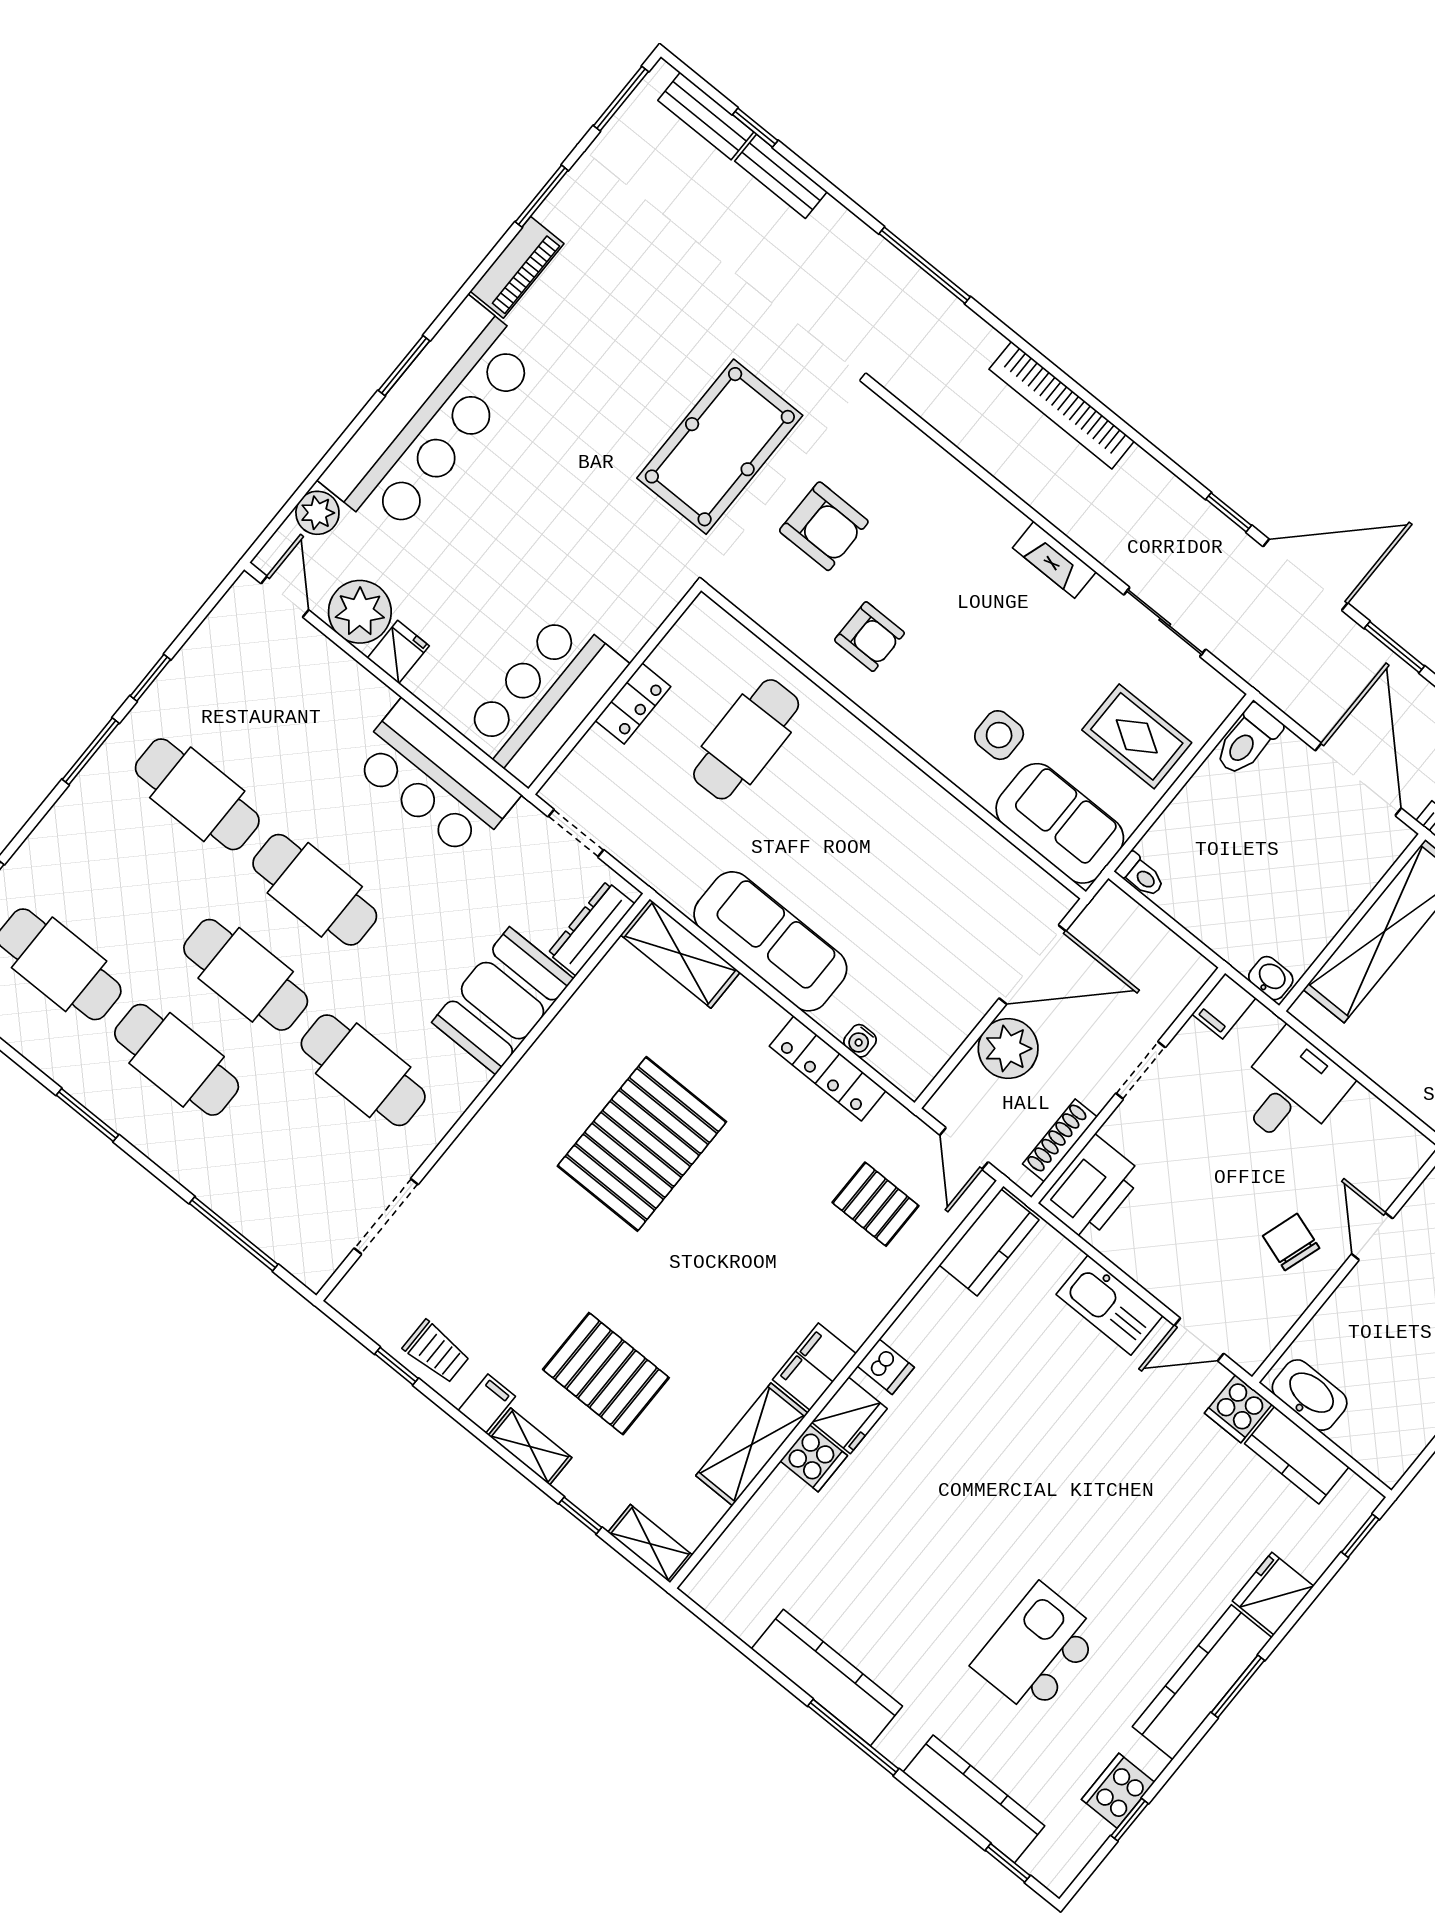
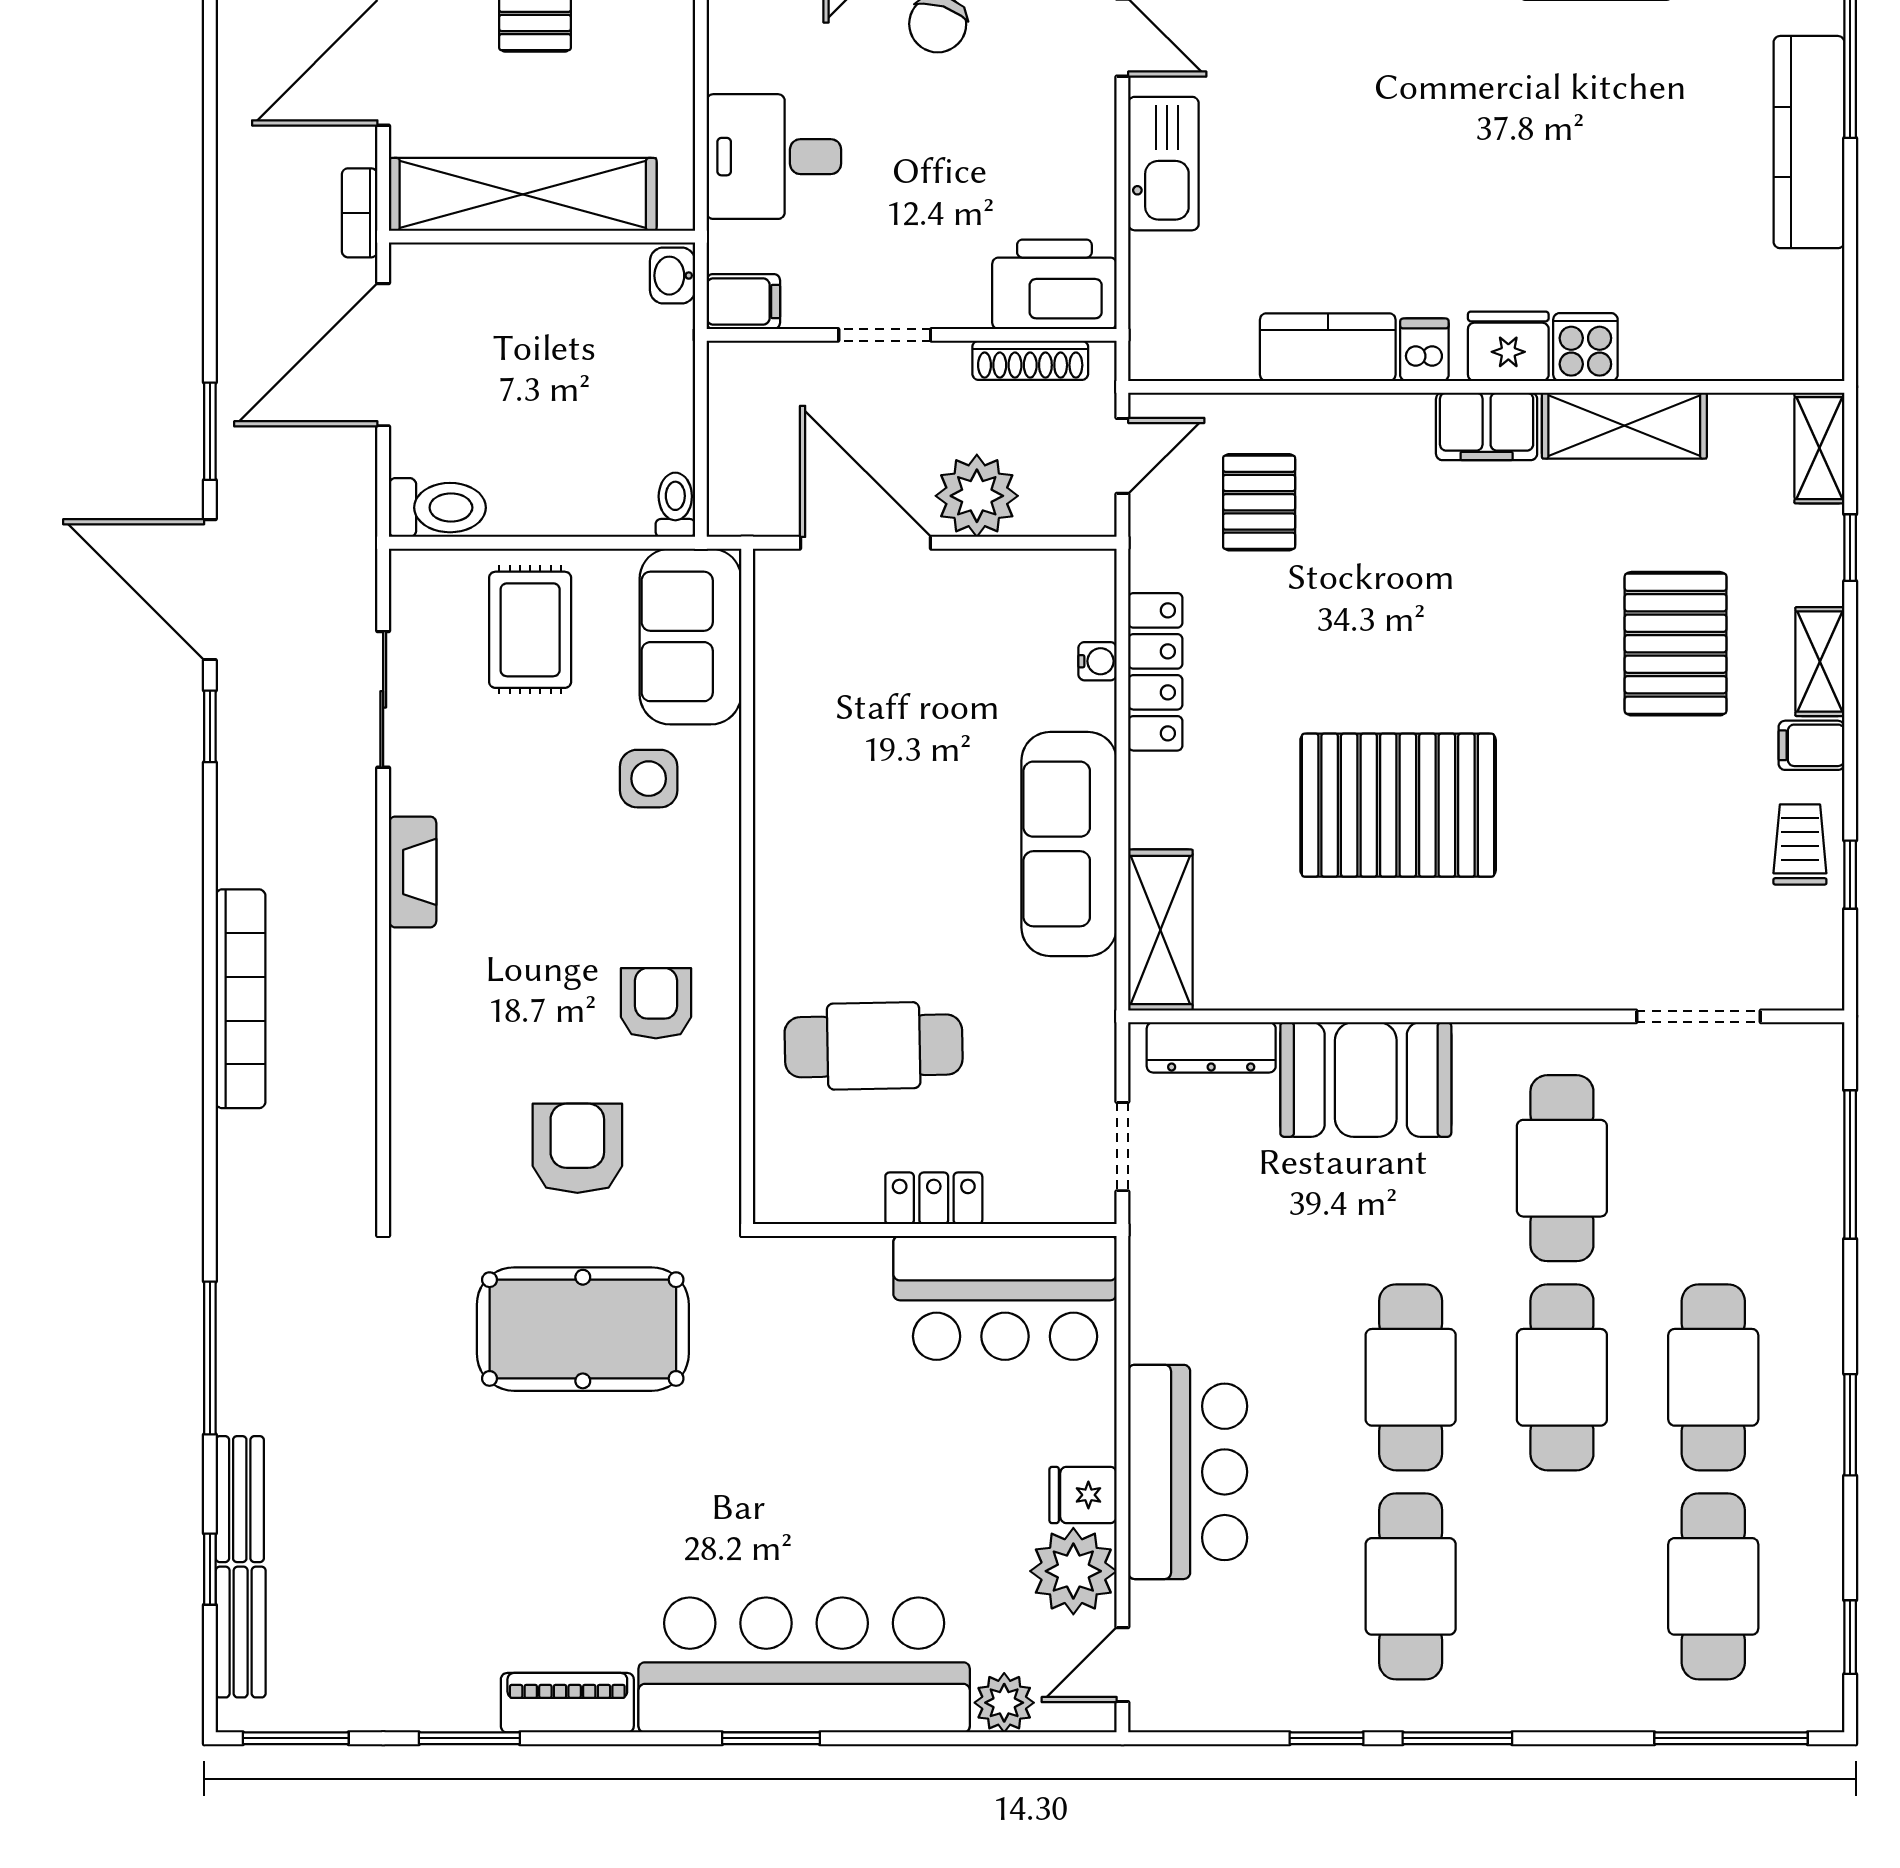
window: (925, 265) -> (210, 1358), moved
bar counter: (435, 779) -> (1188, 1472), moved
kitchen counter: (989, 1243) -> (1328, 347), moved

